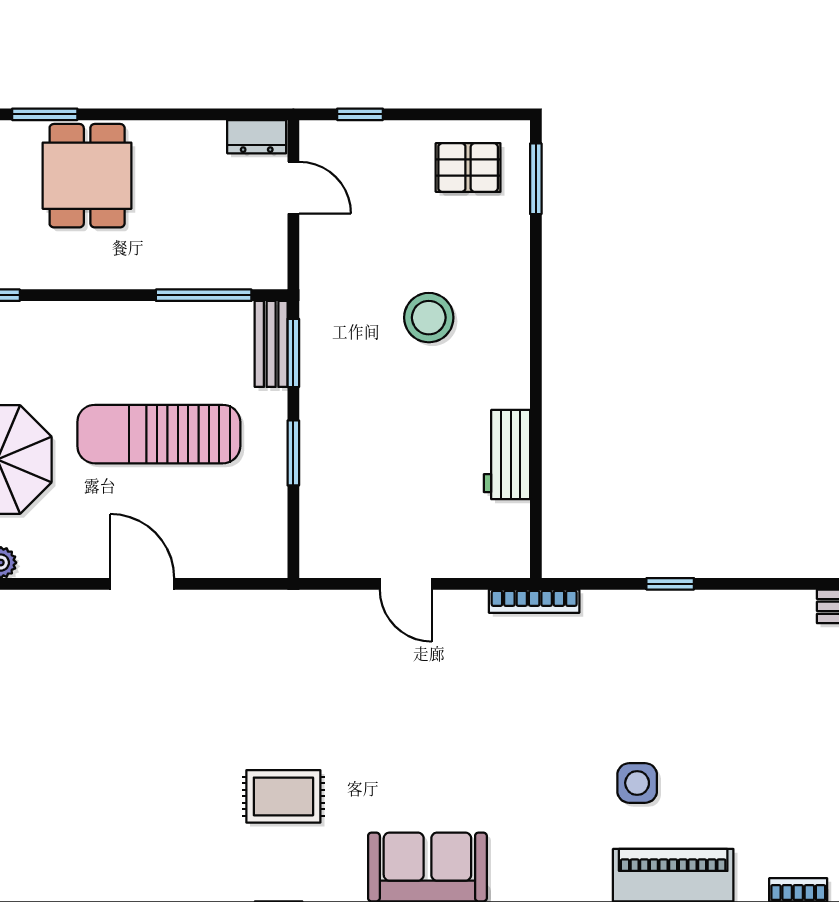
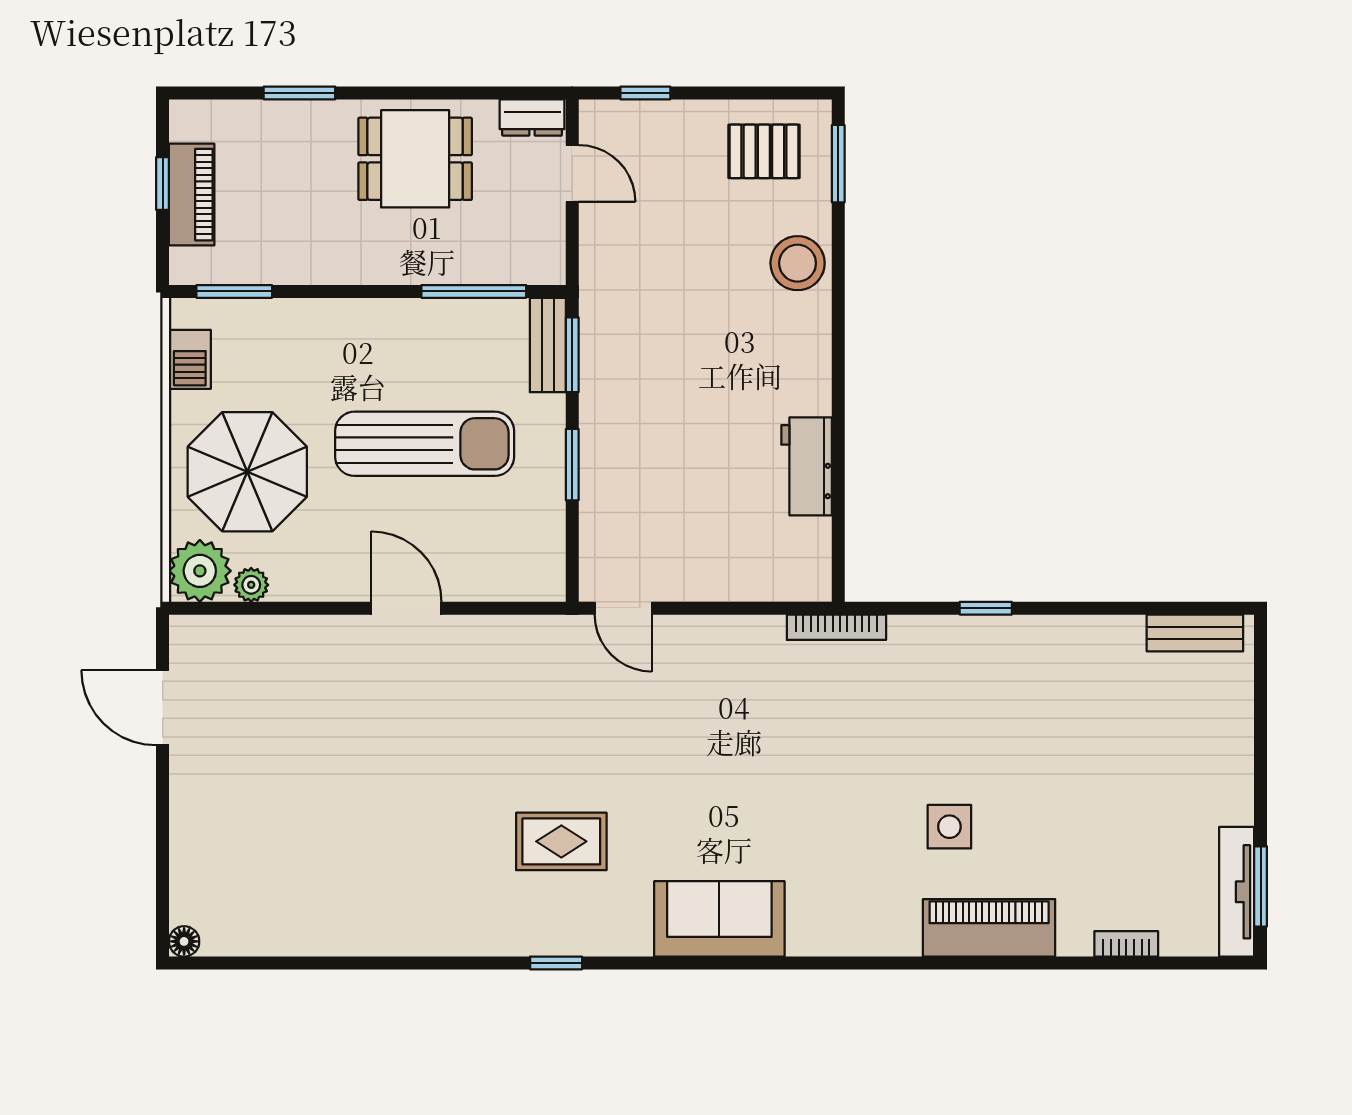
dining table: (87, 176) -> (415, 159), moved, turned 90
stool: (429, 318) -> (798, 263), moved
sun lounger: (159, 434) -> (425, 444), turned 180
door: (406, 584) -> (623, 608), moved

